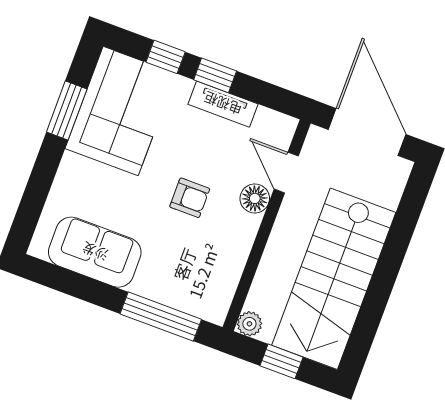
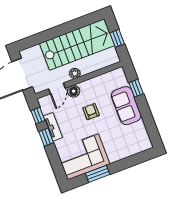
window: (166, 57) -> (38, 116), moved
sofa: (95, 252) -> (126, 106), moved
window: (161, 317) -> (136, 88), width x0.46
plant: (249, 324) -> (75, 73), moved

